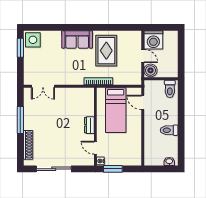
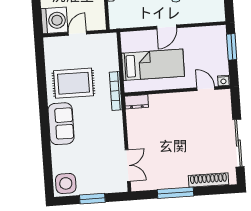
window: (20, 48) -> (92, 199), moved
boiler: (151, 70) -> (96, 21), removed
door: (143, 102) -> (167, 27), moved
dresser: (89, 125) -> (137, 102), moved
door: (95, 148) -> (206, 89), swing flipped
window: (113, 169) -> (232, 47), moved

